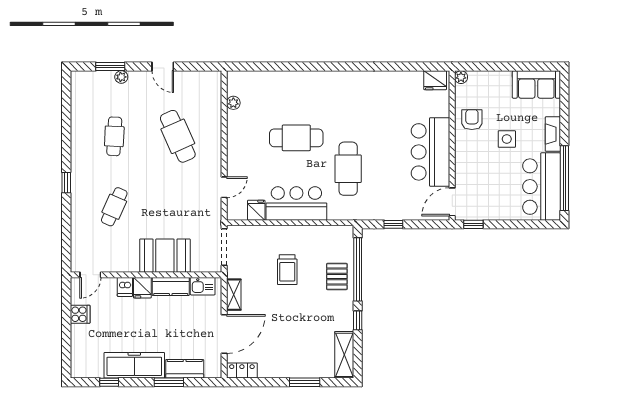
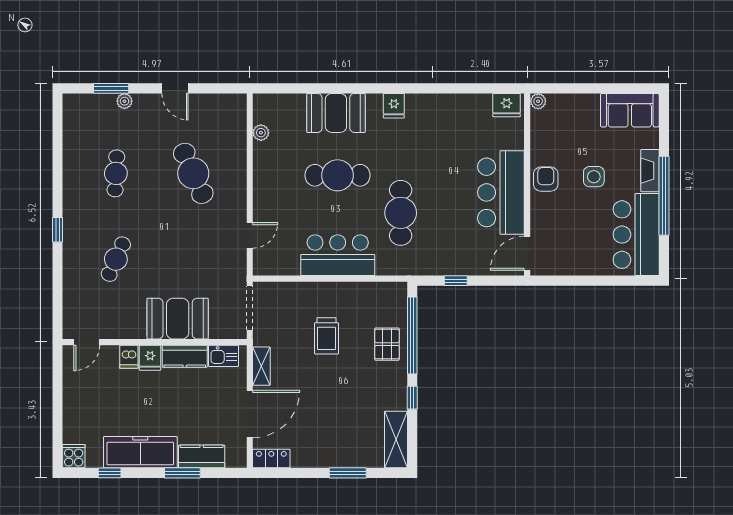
booth: (295, 87) -> (336, 113), added
armchair: (472, 120) -> (546, 179), moved
window: (564, 178) -> (664, 196), moved
fridge: (256, 210) -> (394, 106), moved, turned 180
window: (473, 224) -> (553, 281), removed
cooker: (80, 314) -> (74, 456), moved, turned -90

